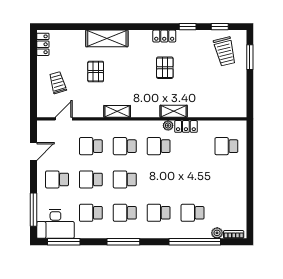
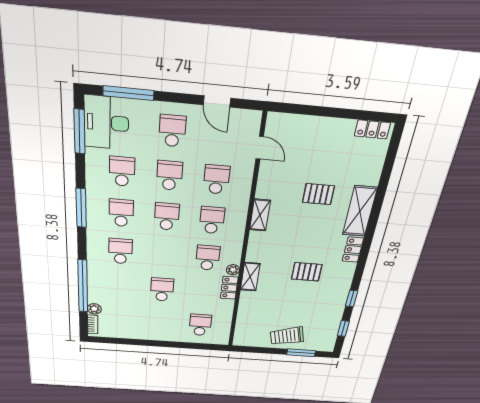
locker: (164, 36) -> (353, 250), moved
trolley: (225, 51) -> (287, 336), moved
trolley: (58, 83) -> (313, 144), removed
school desk: (193, 213) -> (162, 290), moved

